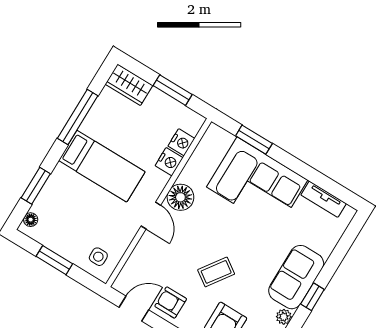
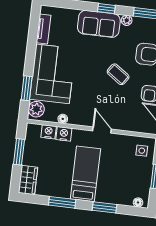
window: (78, 117) -> (62, 202), width x0.69
plant: (220, 140) -> (36, 109), added
window: (36, 186) -> (104, 207), moved
floor lamp: (180, 197) -> (63, 119), moved, width x0.53, depth x0.53
door: (151, 216) -> (102, 130), hinge flipped

